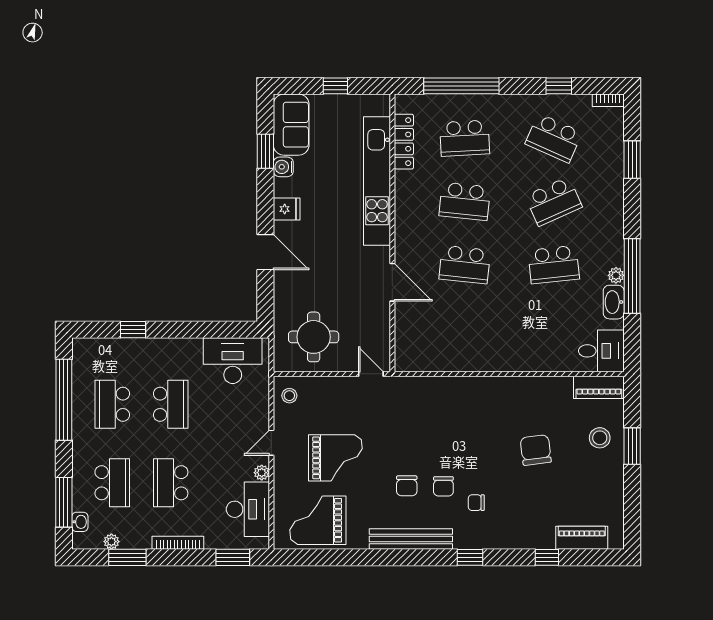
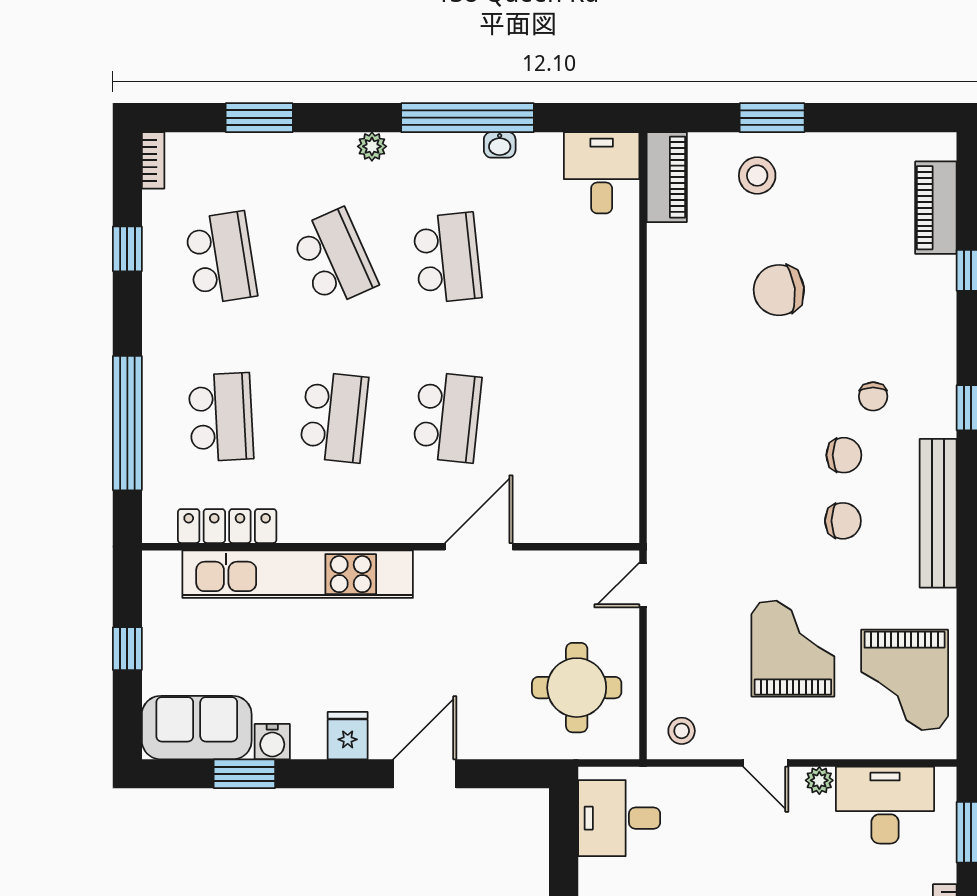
school desk: (554, 138) -> (221, 258), turned -33
plant: (616, 275) -> (372, 146), moved
washbasin: (614, 302) -> (500, 145), width x0.52, depth x0.69
desk: (233, 361) -> (619, 818), width x0.73

